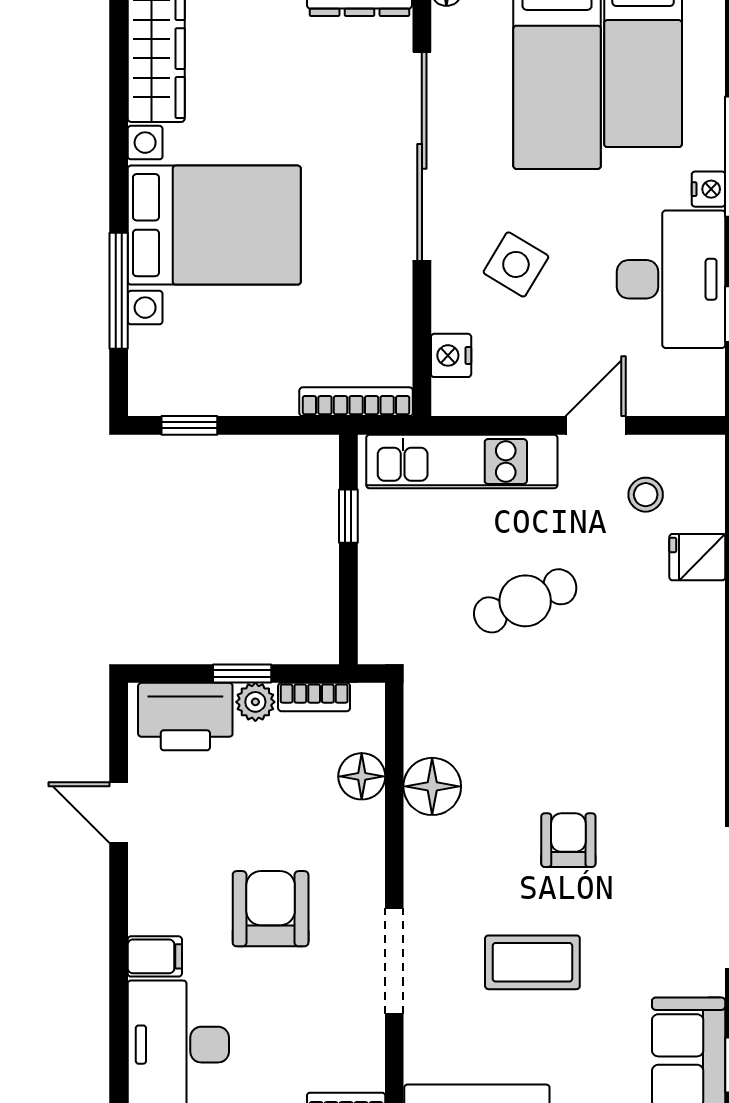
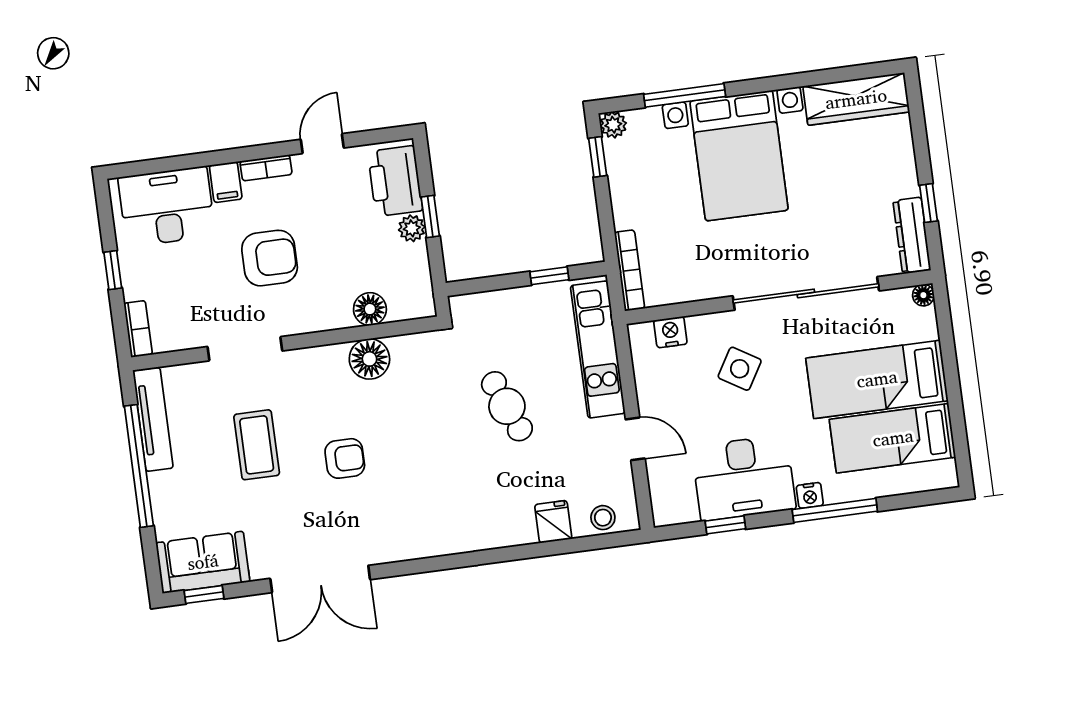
plant: (147, 397) -> (613, 125), added
stool: (646, 495) -> (603, 518), moved
bookcase: (314, 697) -> (266, 168), moved, turned -90

